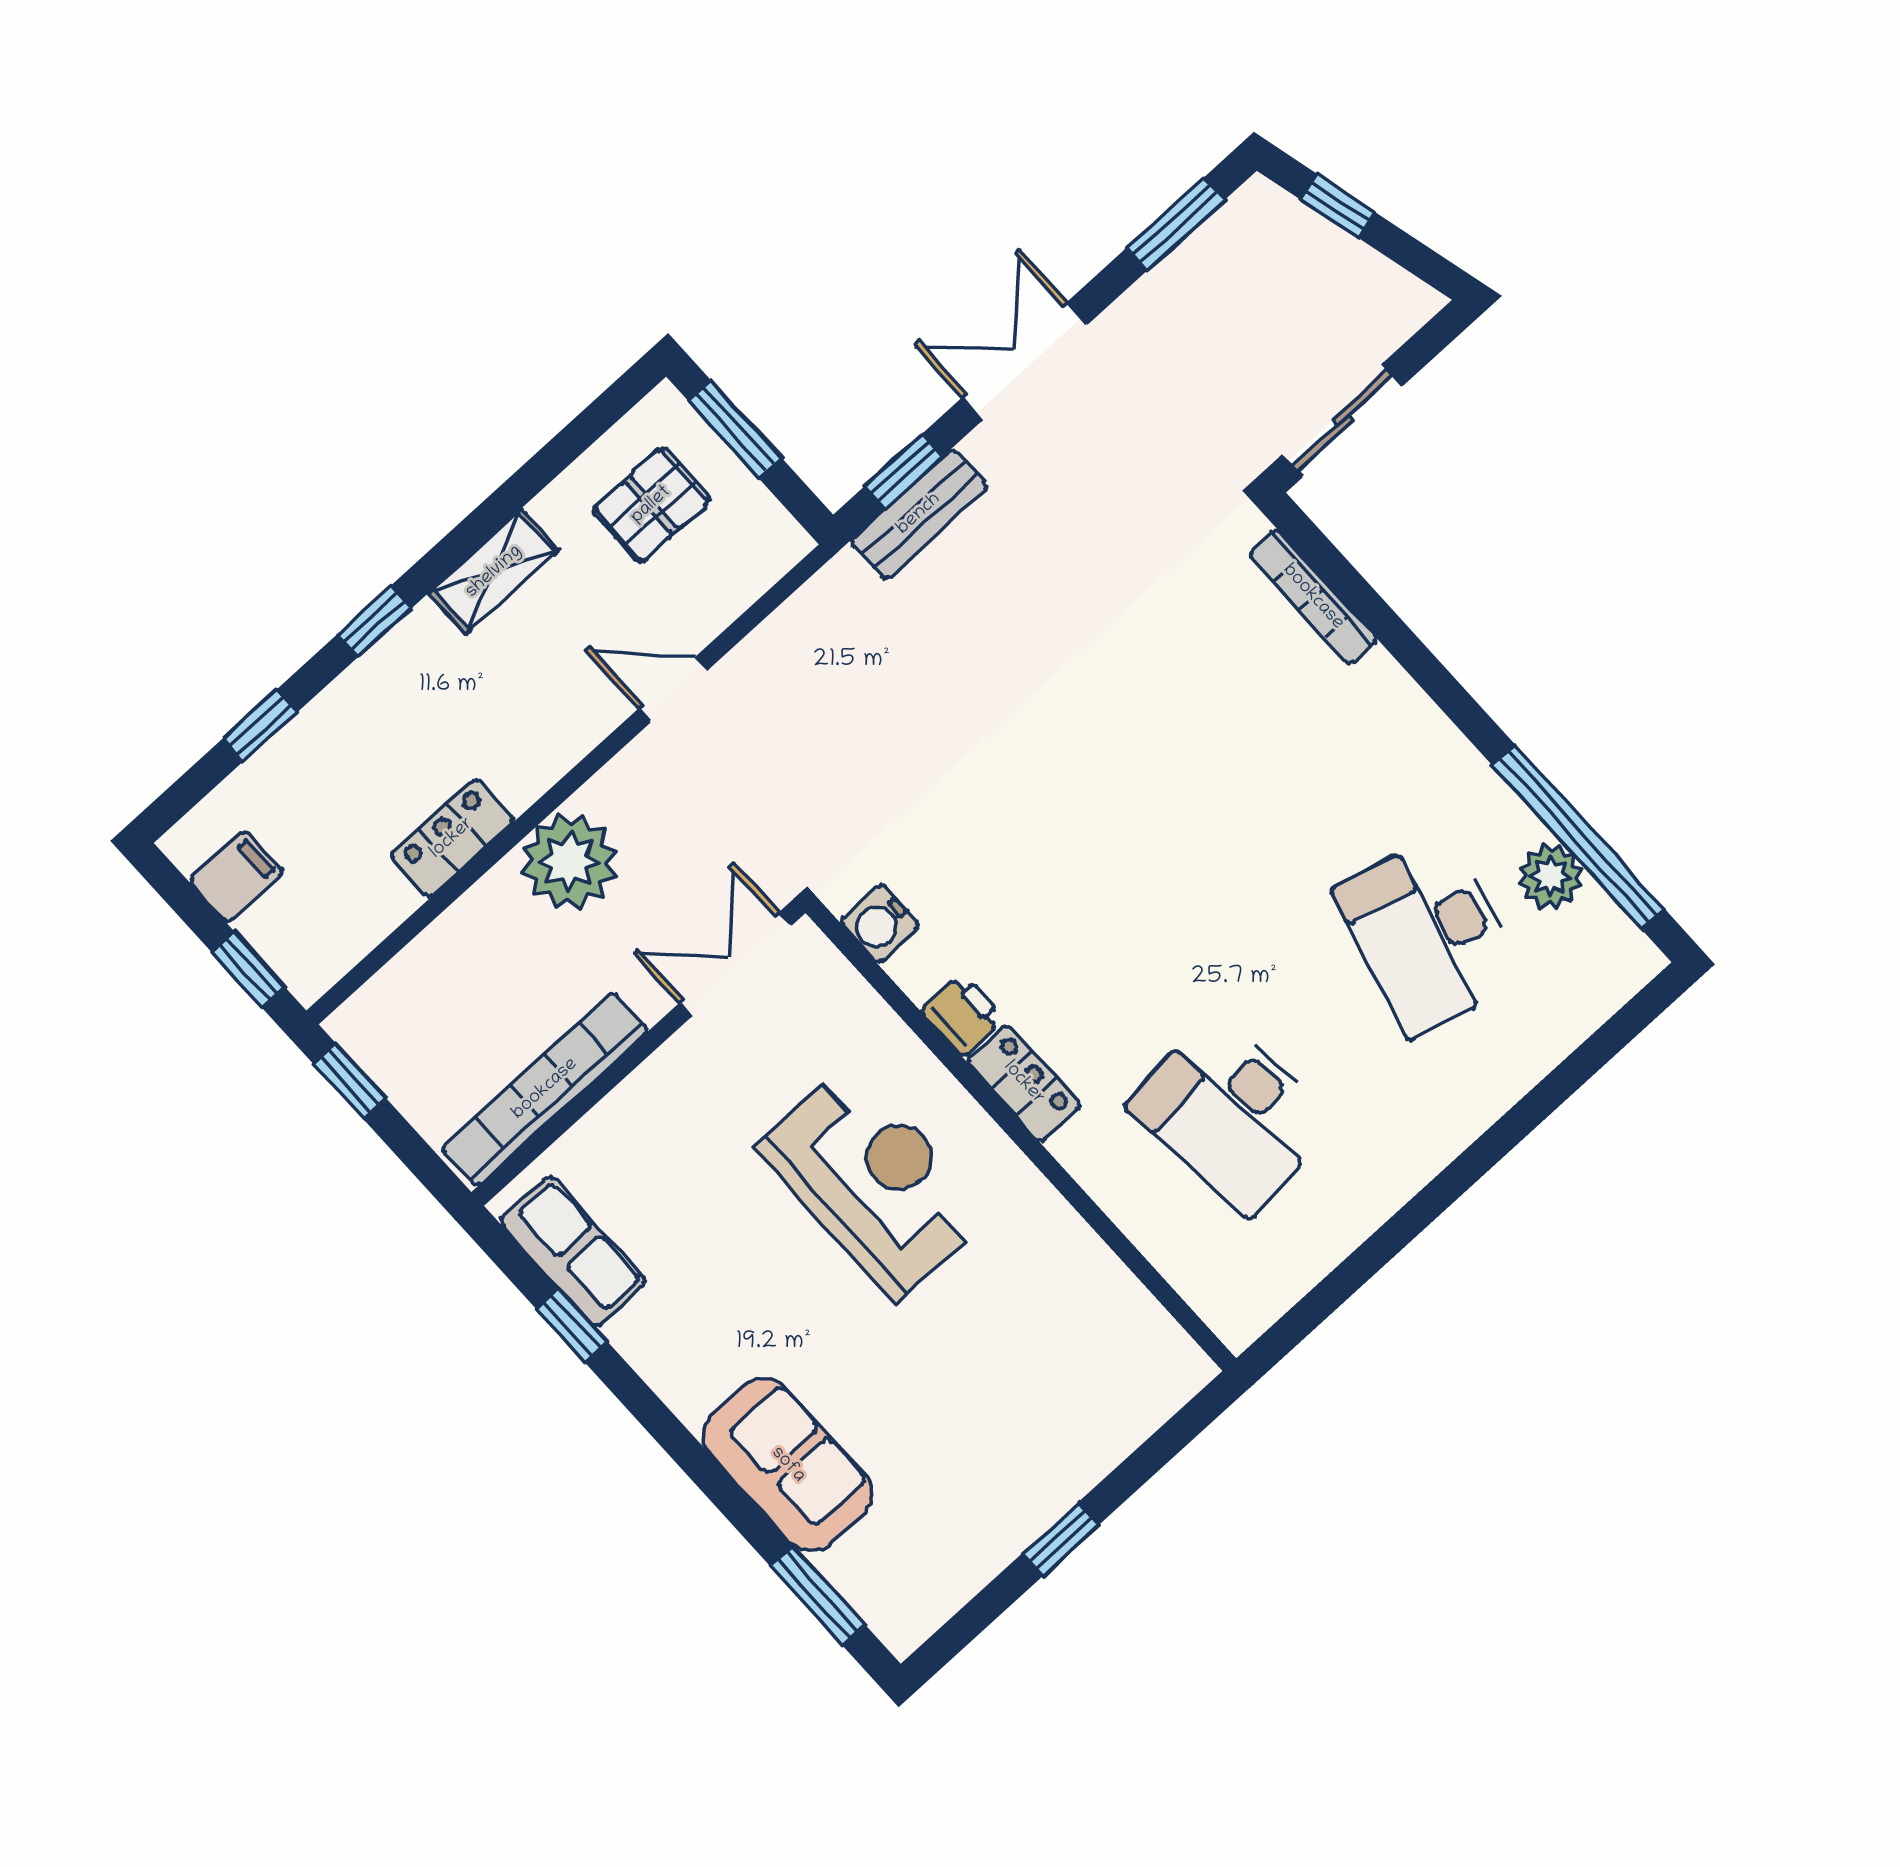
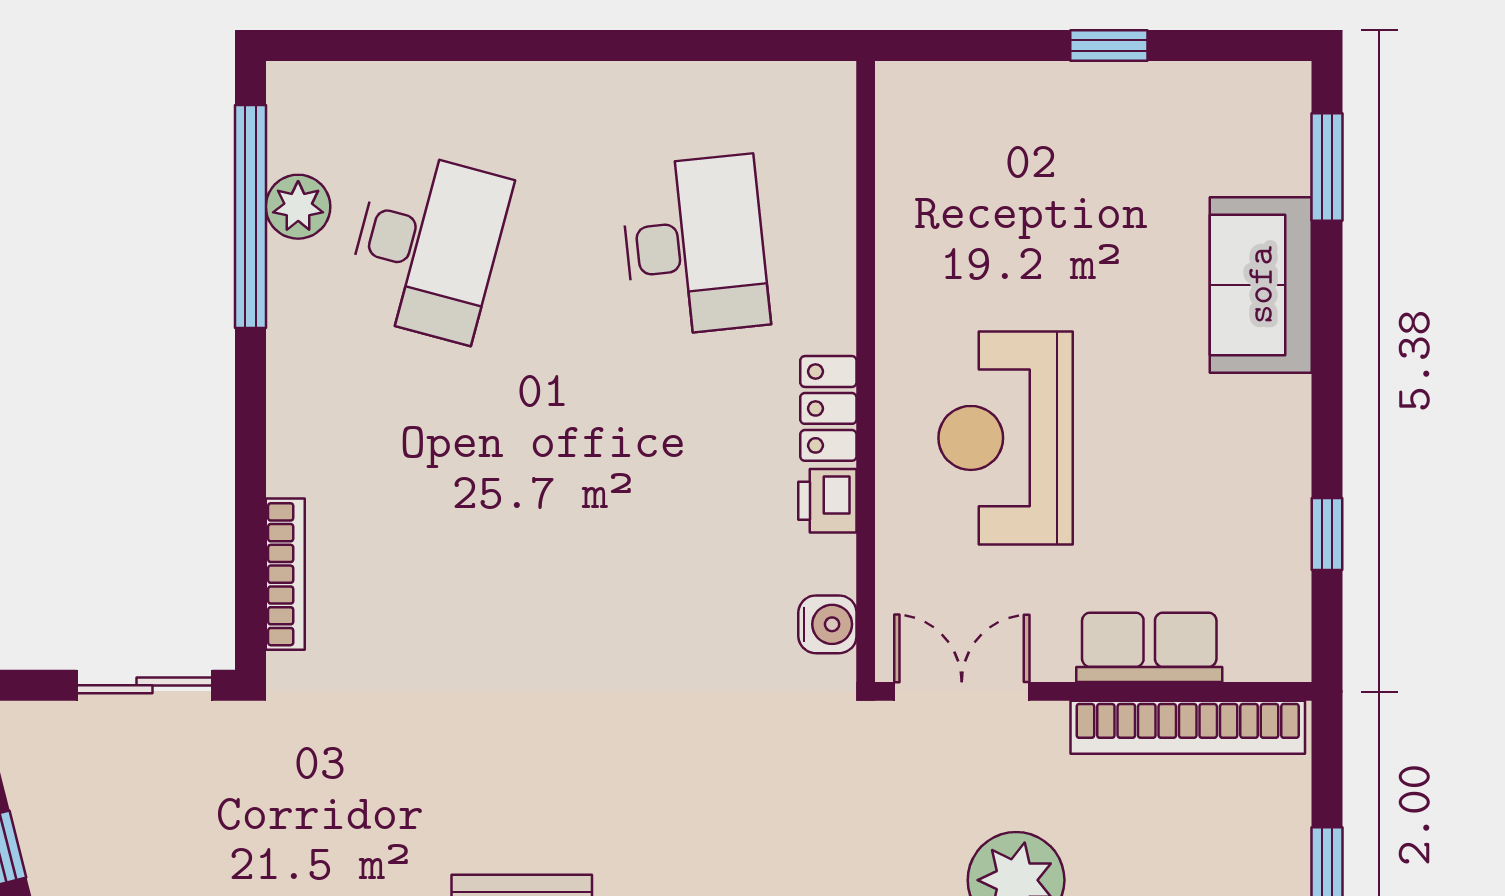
double door: (736, 964) -> (962, 691), swing flipped
row of seats: (573, 1252) -> (1149, 647), moved, turned 90

